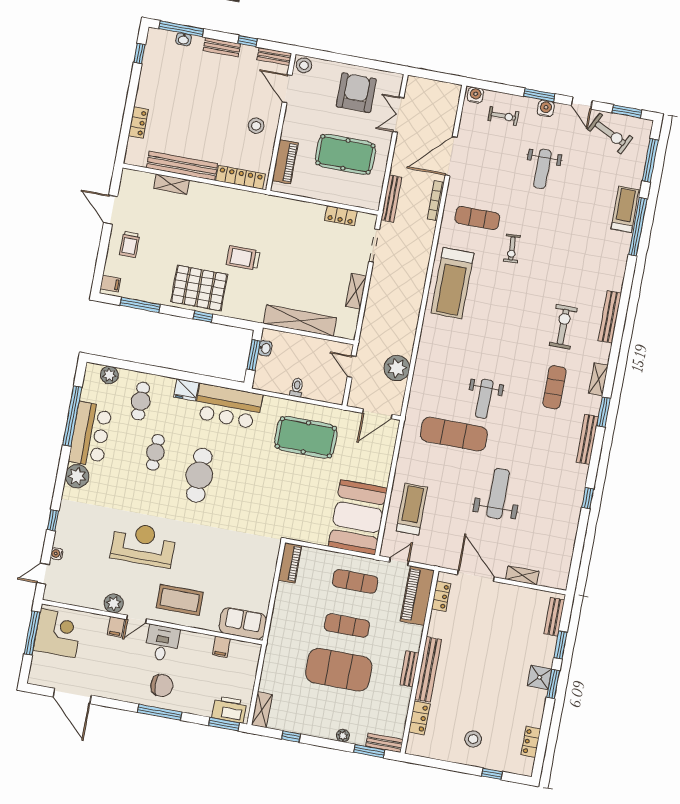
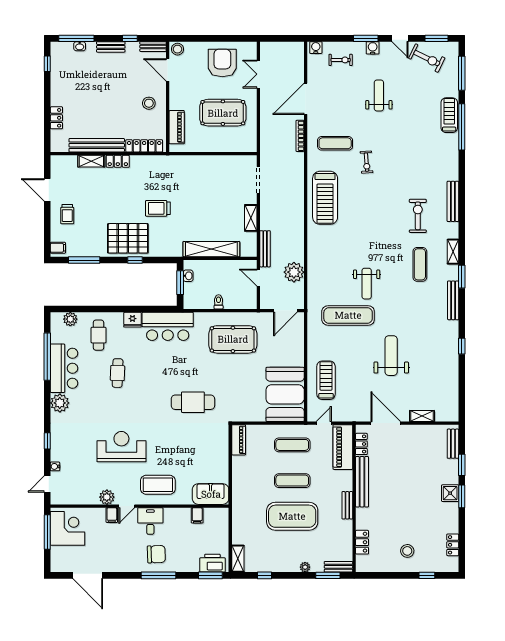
weight bench: (542, 169) -> (379, 95), turned 180
bench: (391, 199) -> (265, 249), moved
locker: (341, 216) -> (118, 161), moved
cafe table: (199, 475) -> (193, 402), moved, turned 90
bench: (428, 669) -> (362, 482), moved

